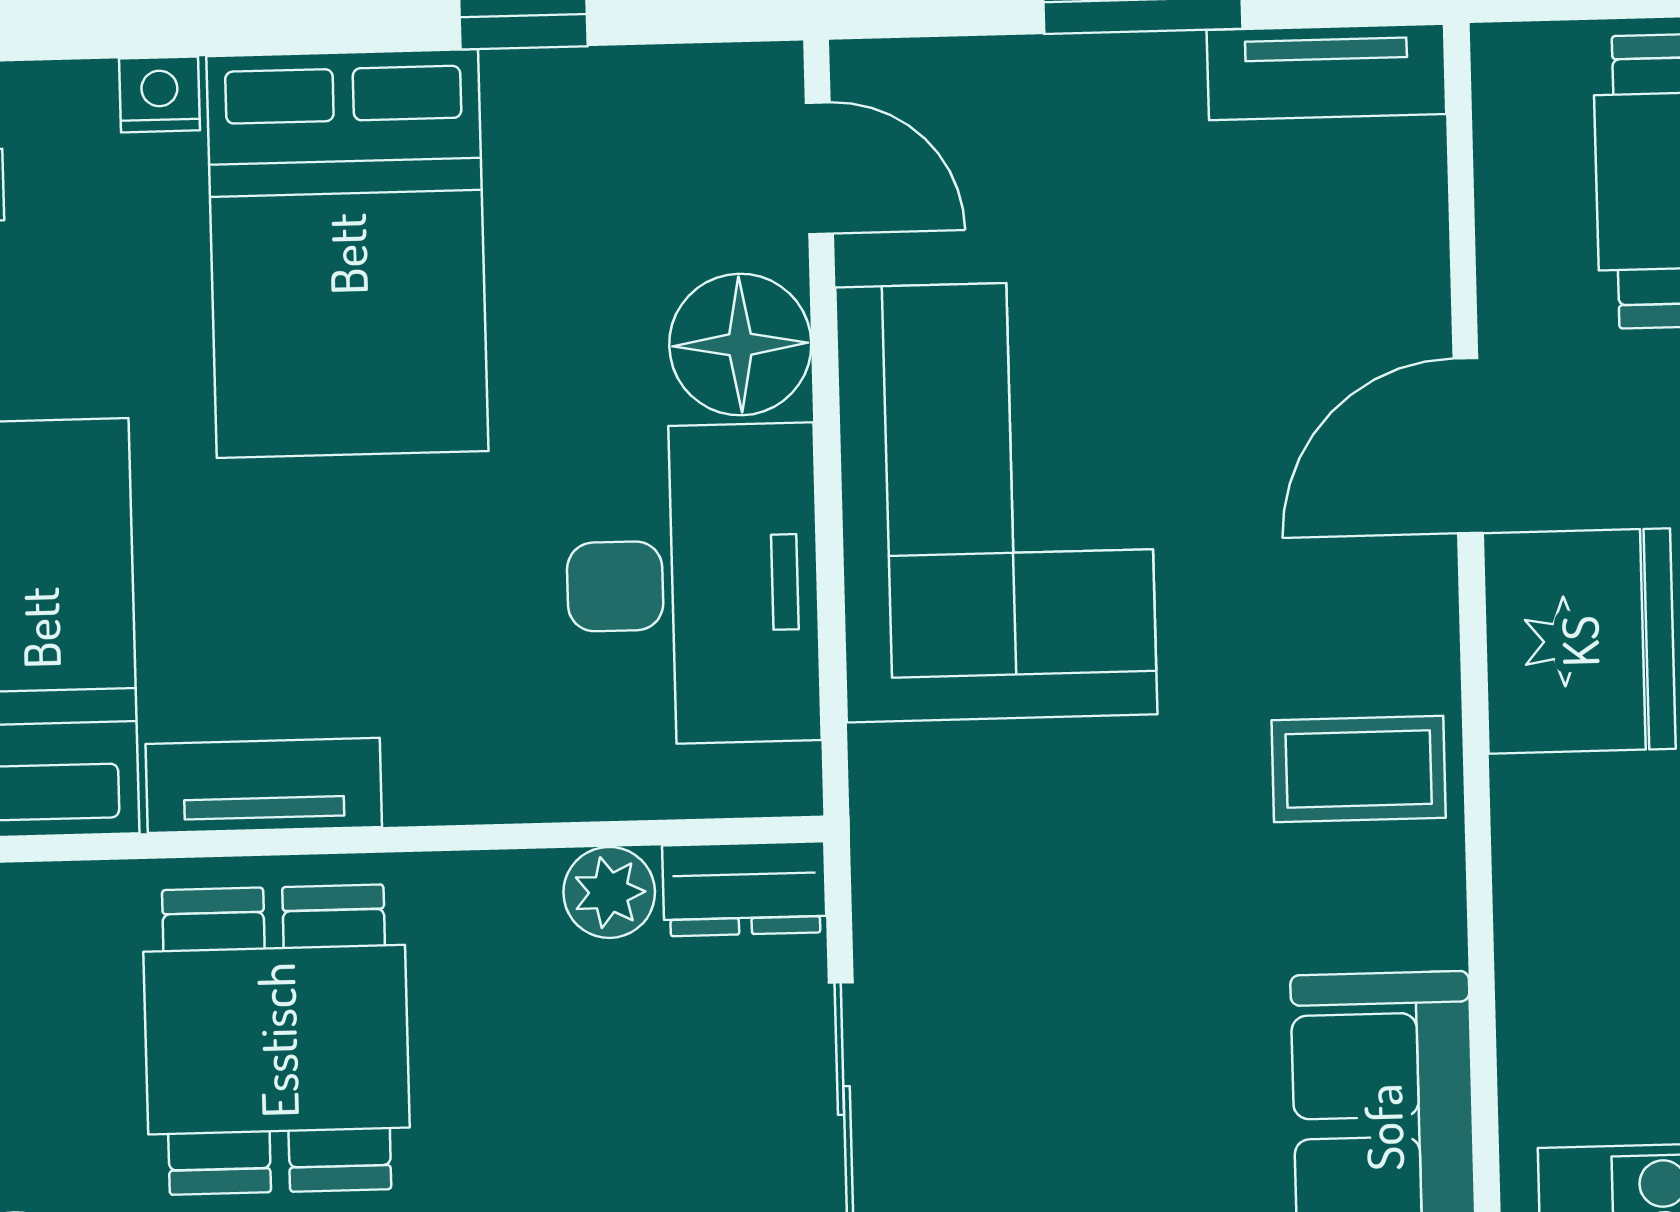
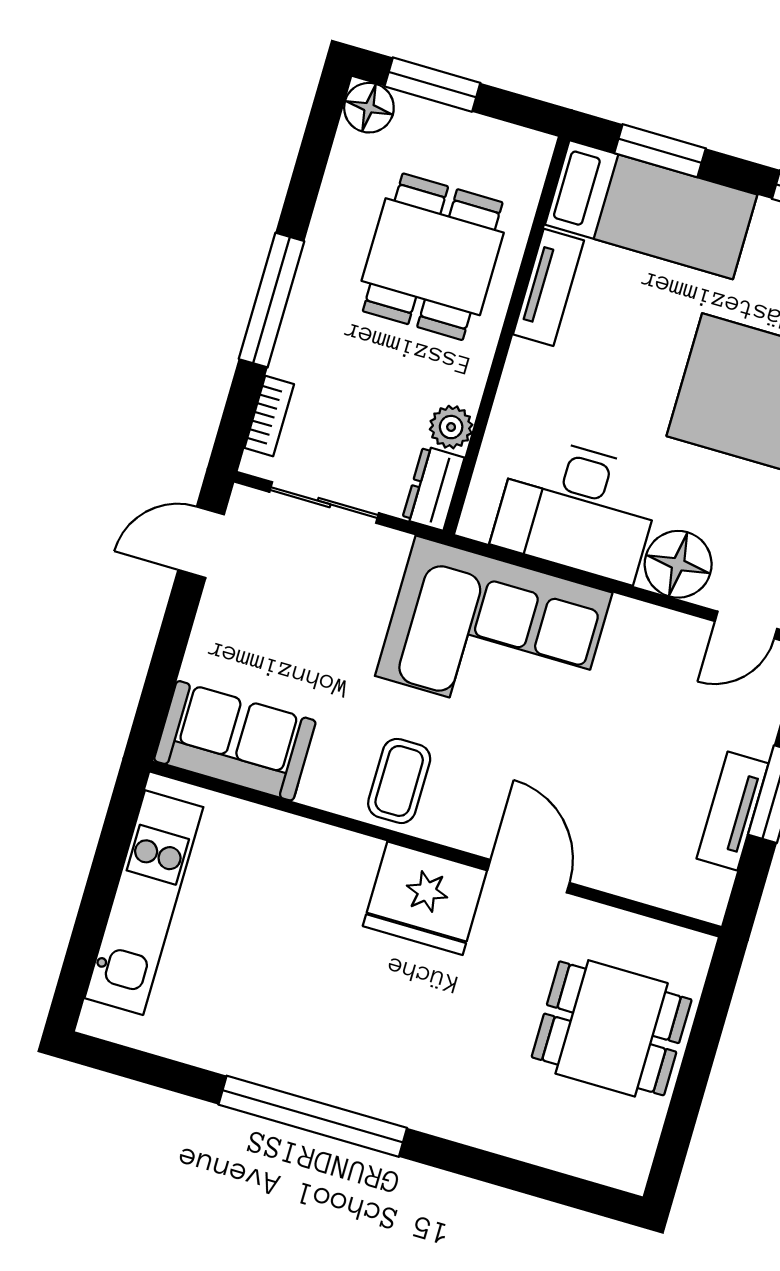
tv unit: (1326, 72) -> (733, 811), moved
corner sofa: (996, 501) -> (494, 634), moved
dining table: (277, 1040) -> (433, 257), turned 90

